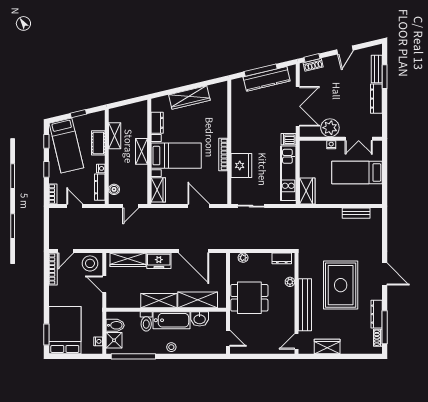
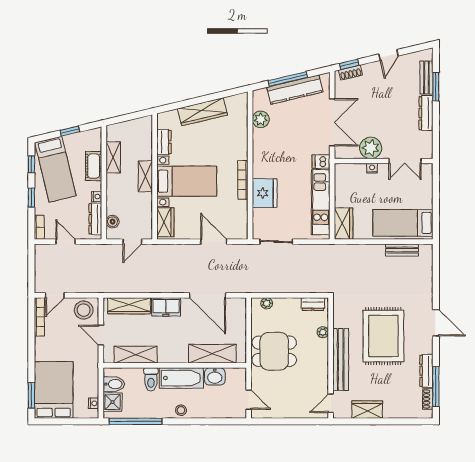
plant: (238, 104) -> (261, 119), added
bed: (357, 173) -> (403, 223), moved
shelving: (159, 301) -> (136, 355), moved

